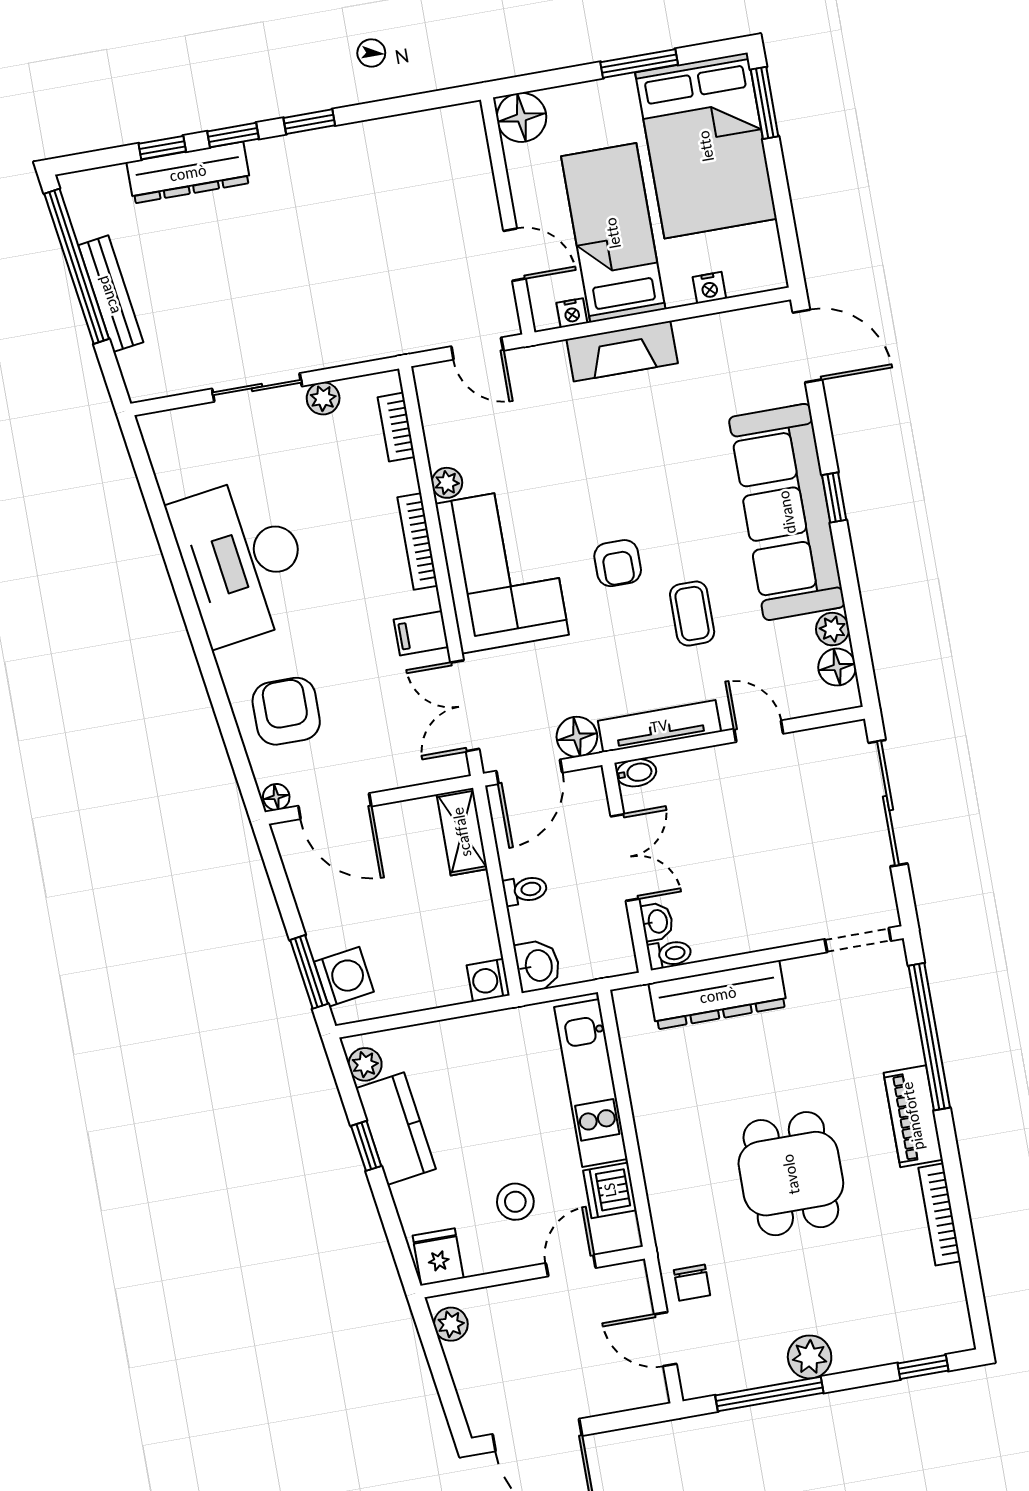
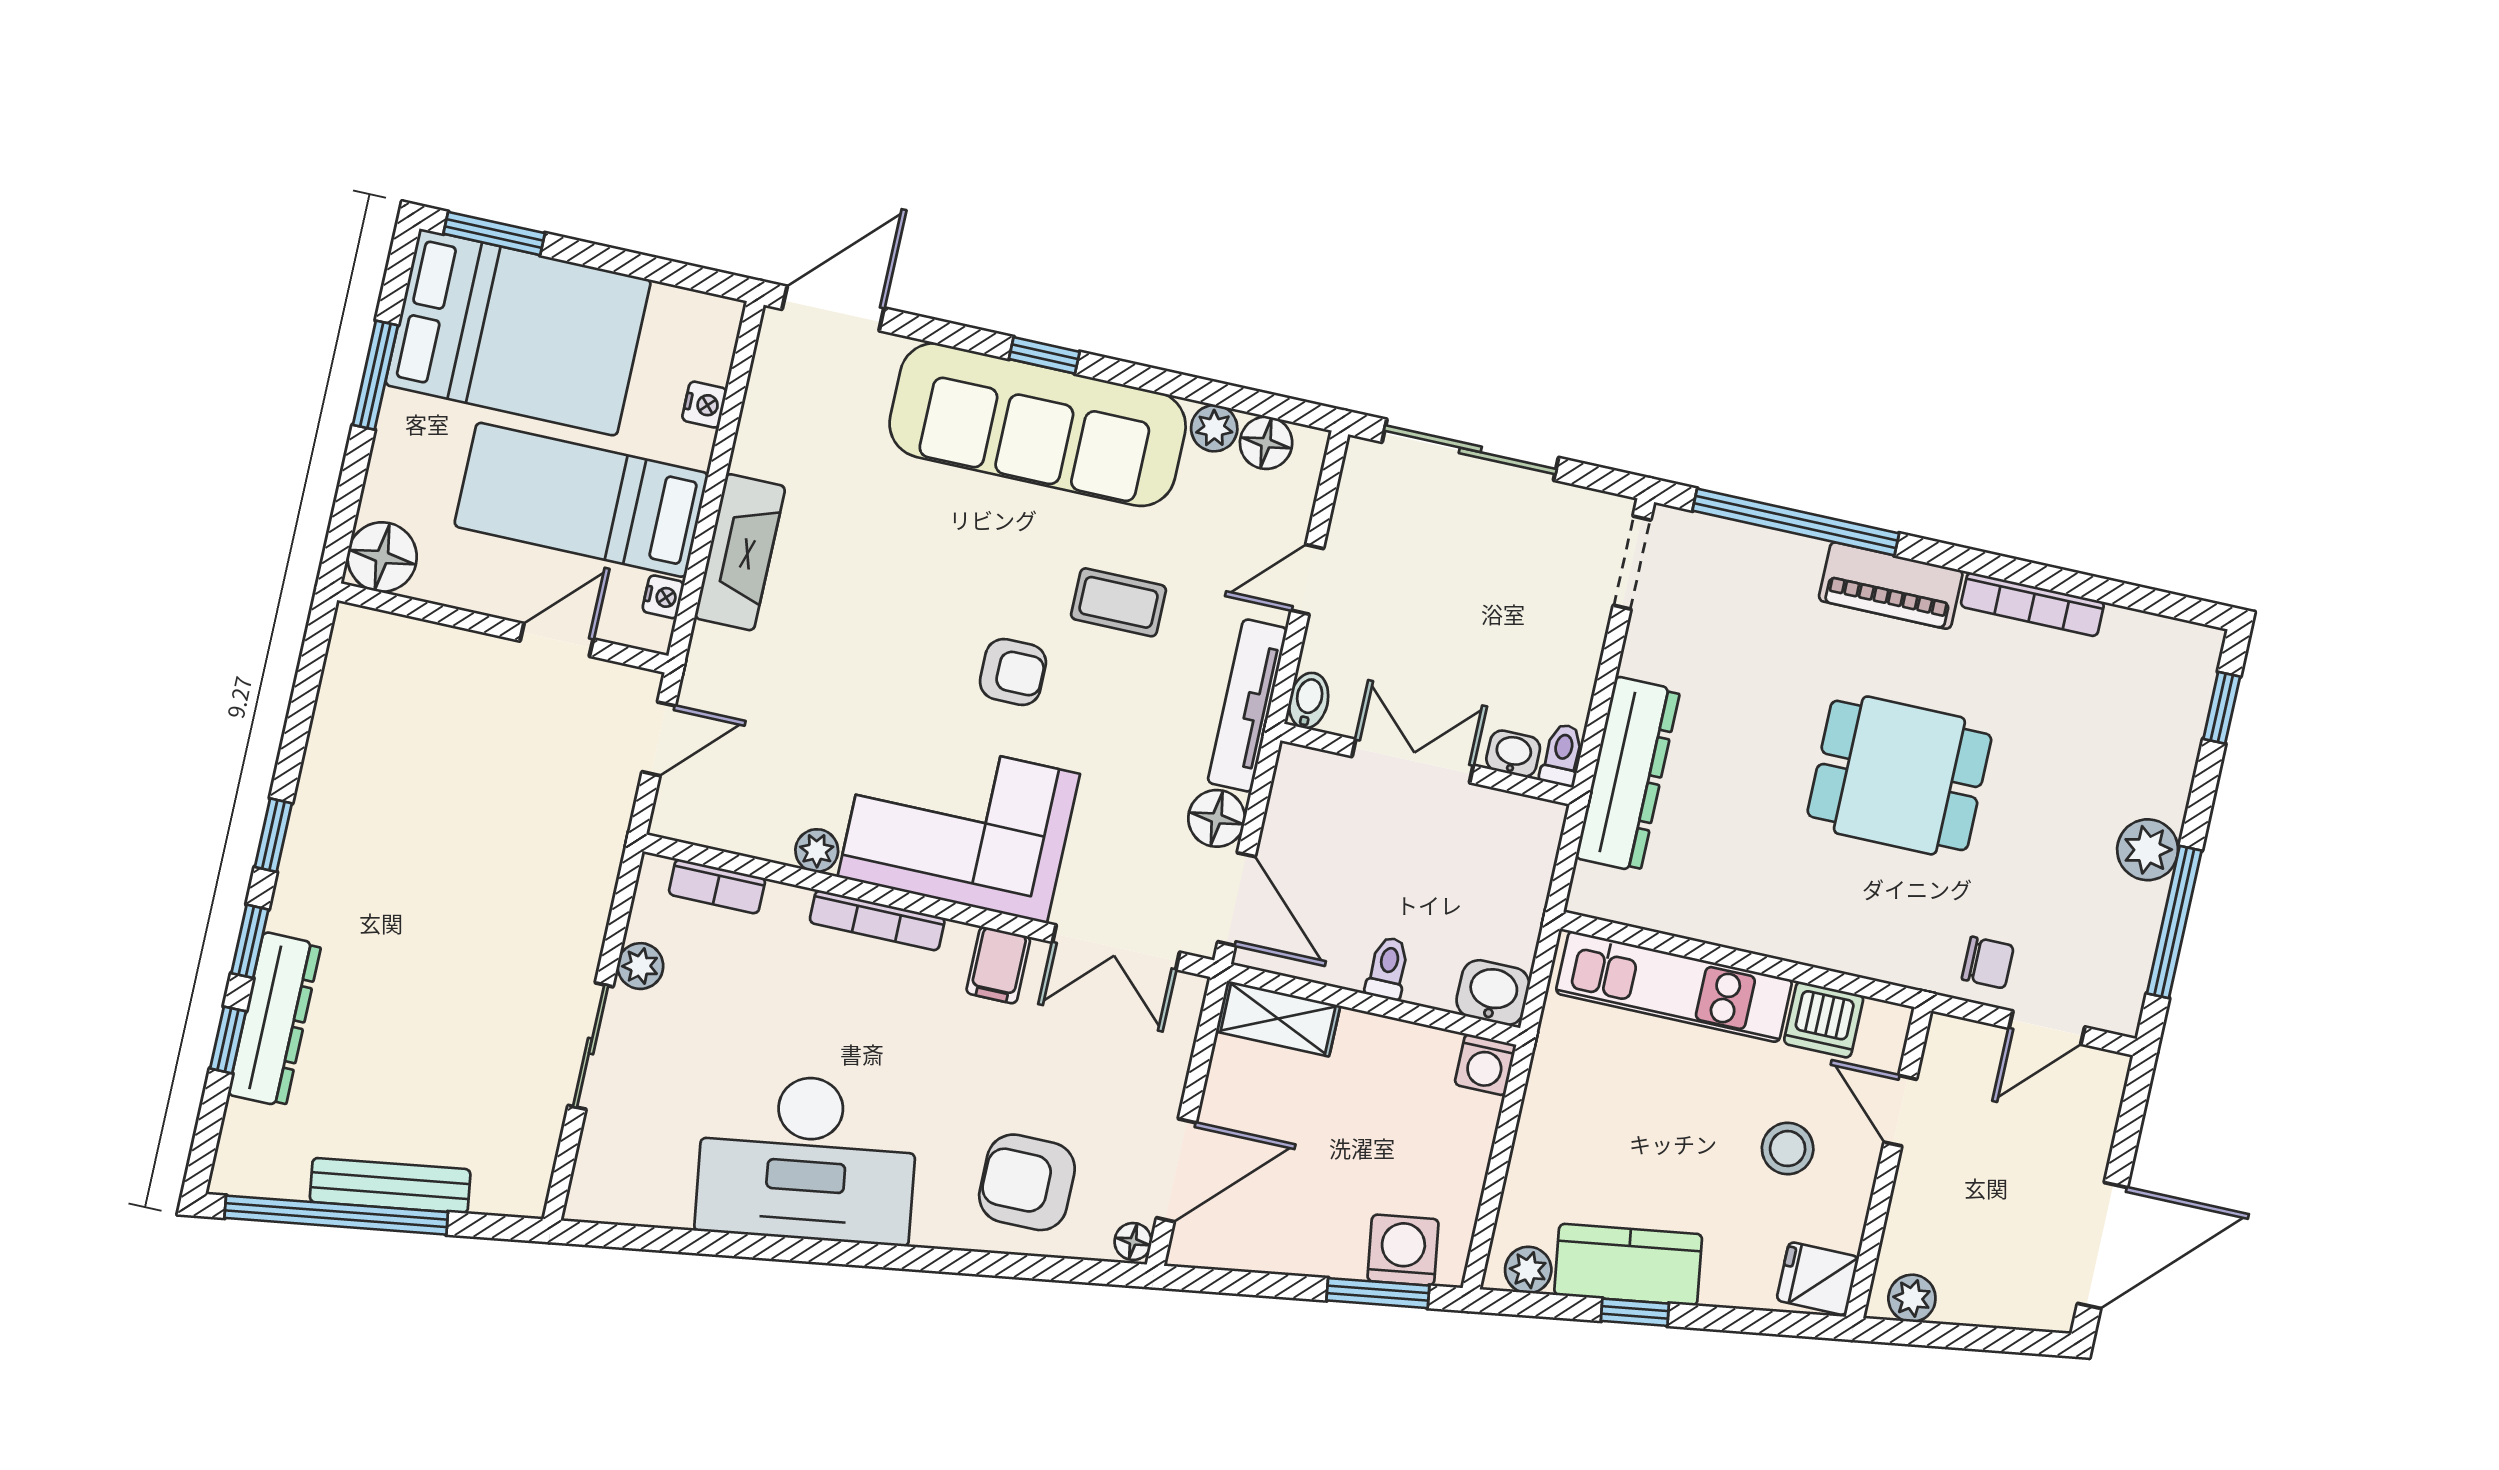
bidet: (636, 773) -> (1309, 700), moved
double door: (625, 857) -> (1413, 761), moved
wall: (627, 868) -> (1427, 764), moved
washbasin: (657, 922) -> (1513, 754), moved
toilet: (669, 954) -> (1562, 755), moved

